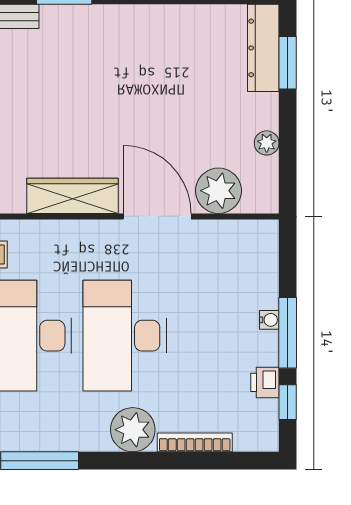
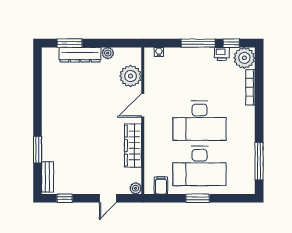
dresser: (263, 48) -> (80, 55), moved
door: (157, 216) -> (143, 105), width x0.73
water cooler: (269, 320) -> (159, 52), moved
plant: (133, 430) -> (244, 58), moved

